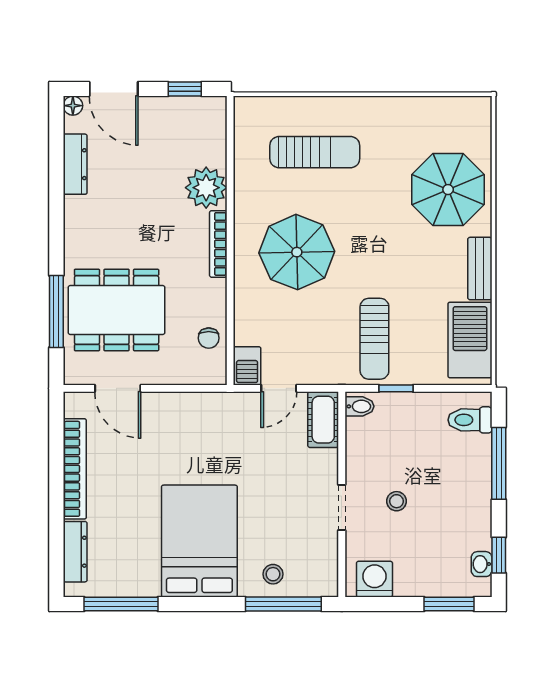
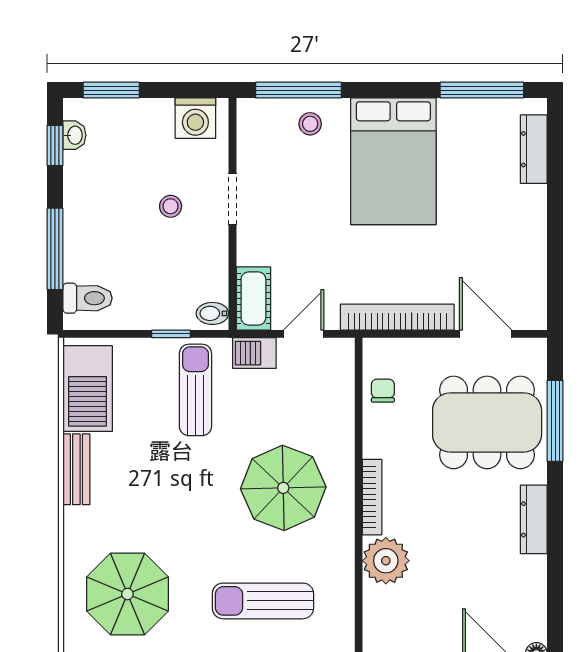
dresser: (75, 164) -> (534, 519), moved
parasol: (448, 190) -> (127, 594), moved
barbecue: (247, 366) -> (254, 353), moved, turned -90
bookcase: (75, 469) -> (397, 317), moved, turned 90

